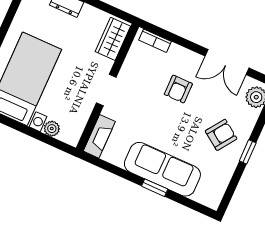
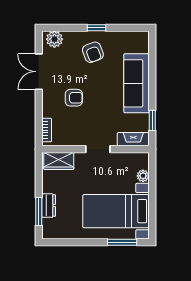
double door: (227, 62) -> (39, 72), swing flipped
armchair: (221, 135) -> (93, 52), turned -146
window: (155, 188) -> (152, 120), moved

